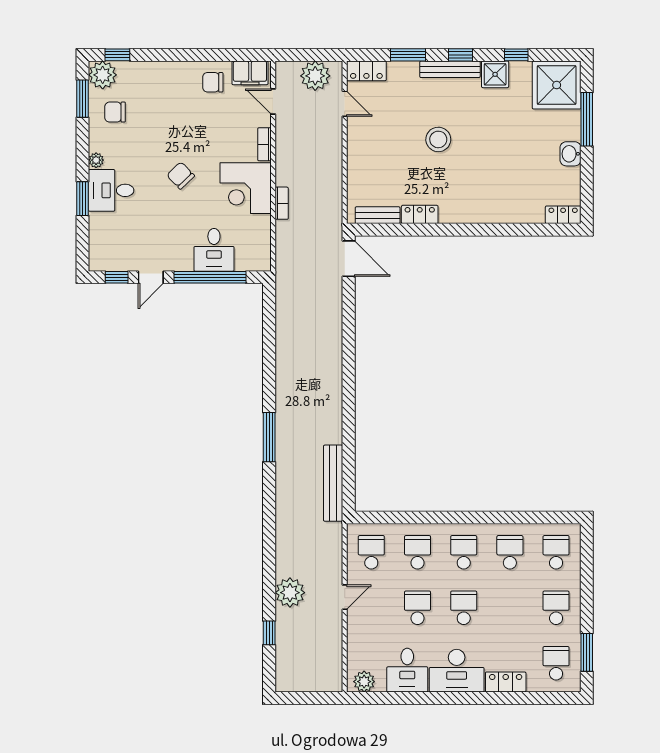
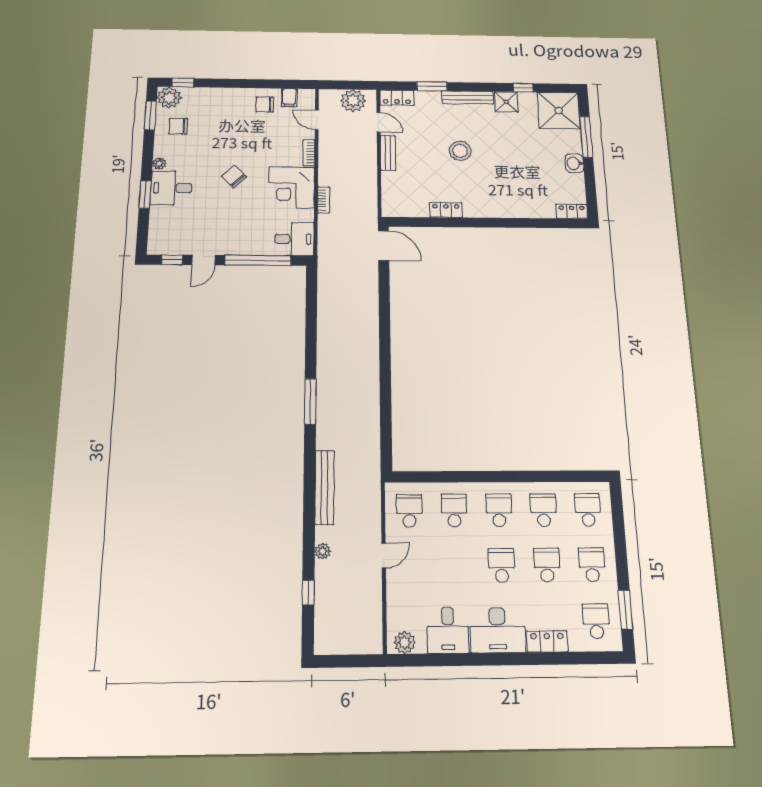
window: (460, 55) -> (476, 87), removed
filing cabinet: (250, 73) -> (289, 98), width x0.50
bench: (378, 215) -> (388, 153), moved, turned 90
desk: (214, 250) -> (294, 239), moved, turned -90
bench: (333, 483) -> (325, 487), moved
plant: (290, 593) -> (323, 551), width x0.53, depth x0.53
school desk: (418, 608) -> (547, 565), moved

